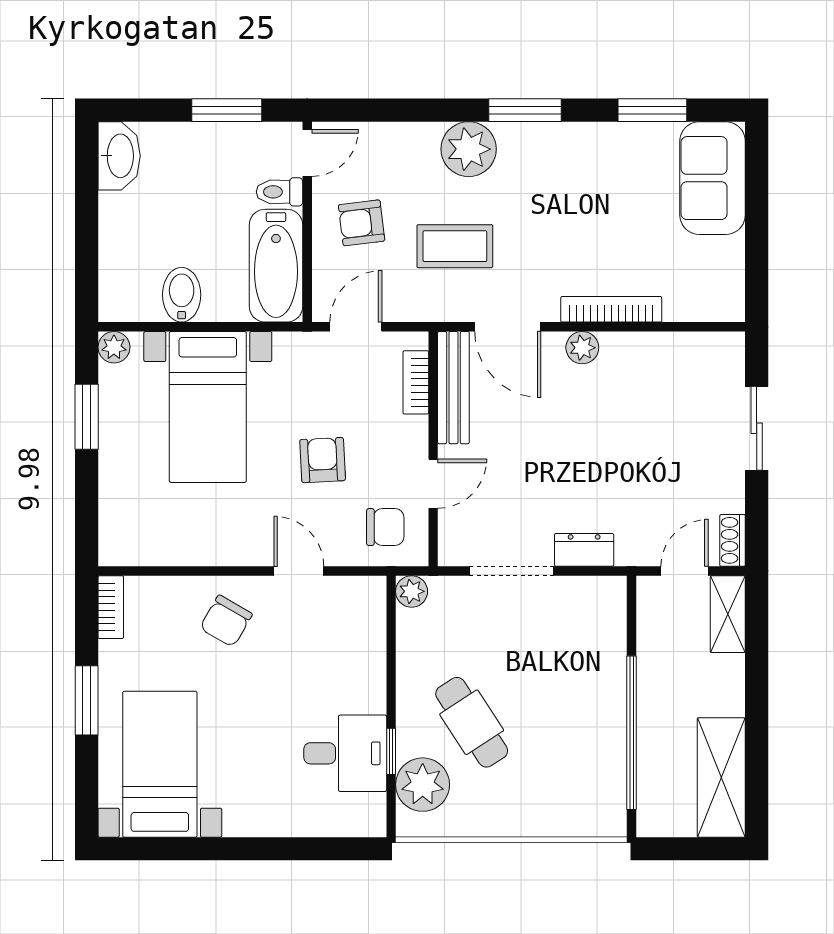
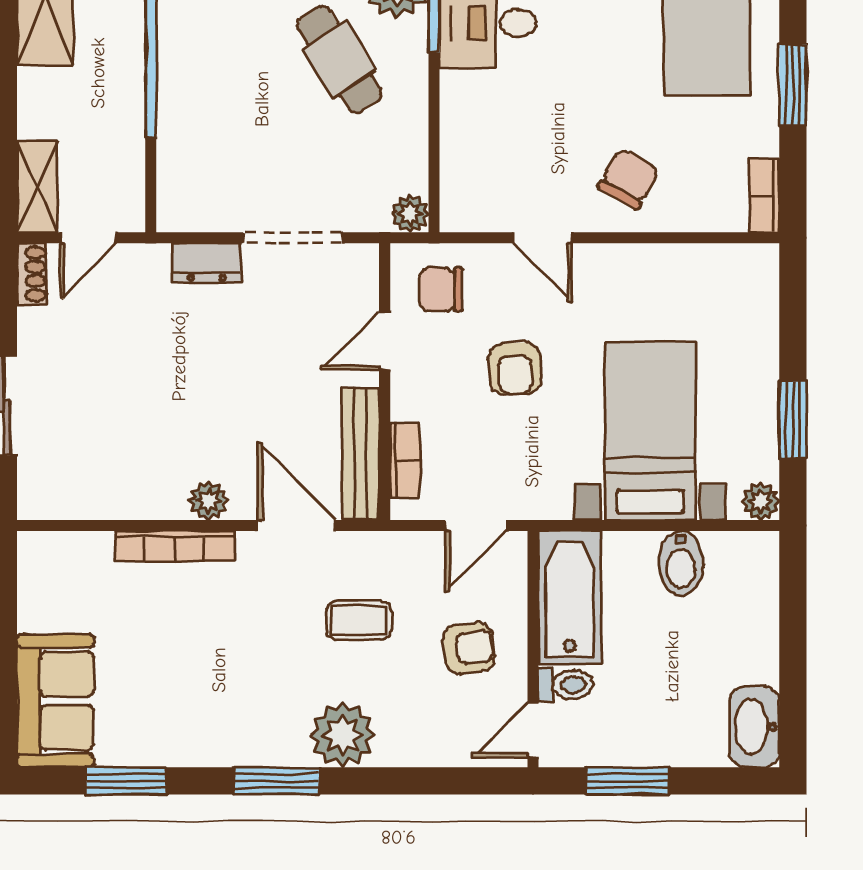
coffee table: (455, 246) -> (359, 621), width x0.73, depth x0.77

